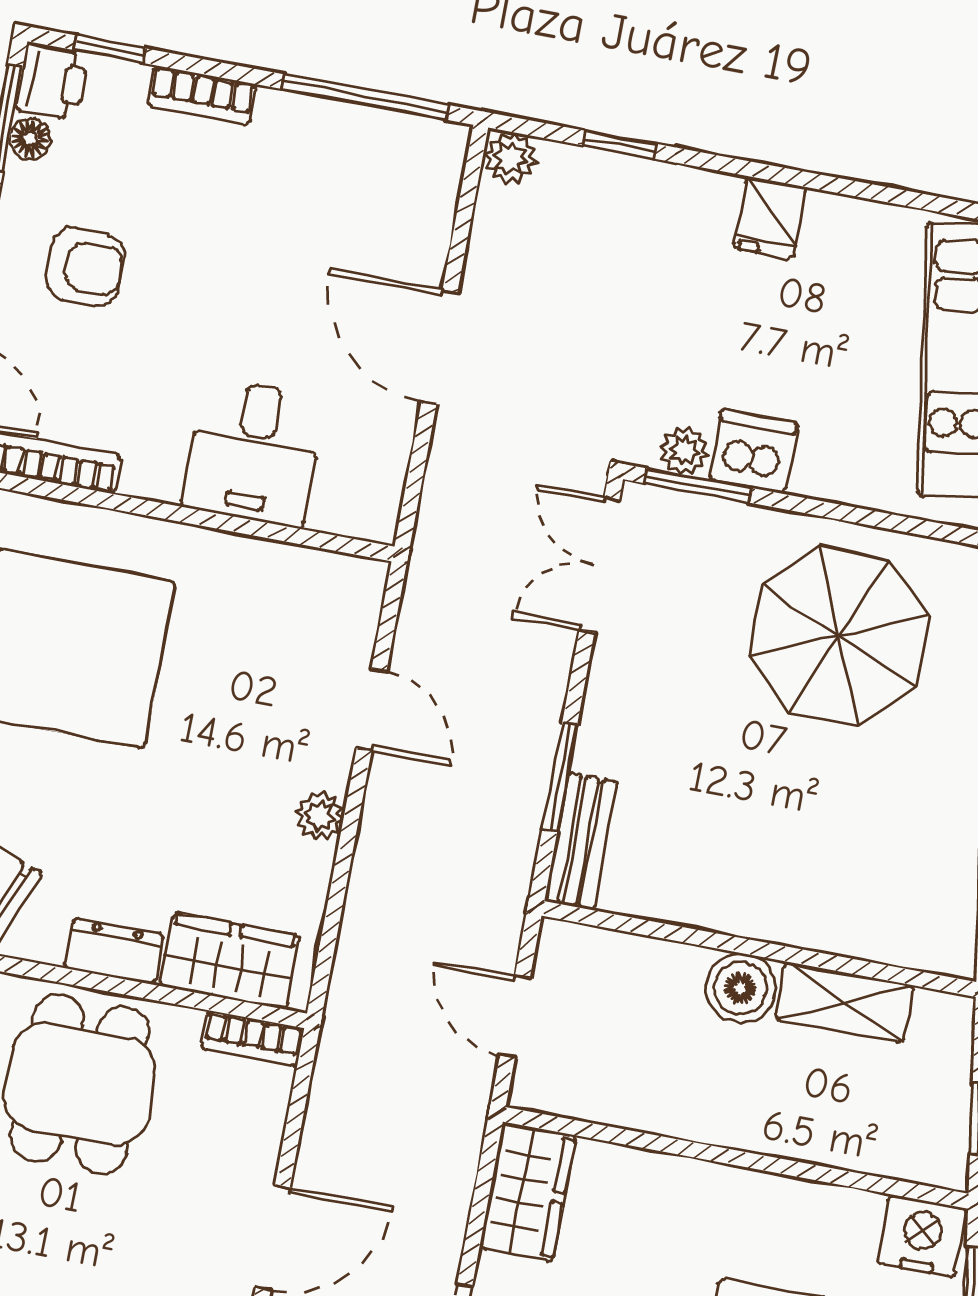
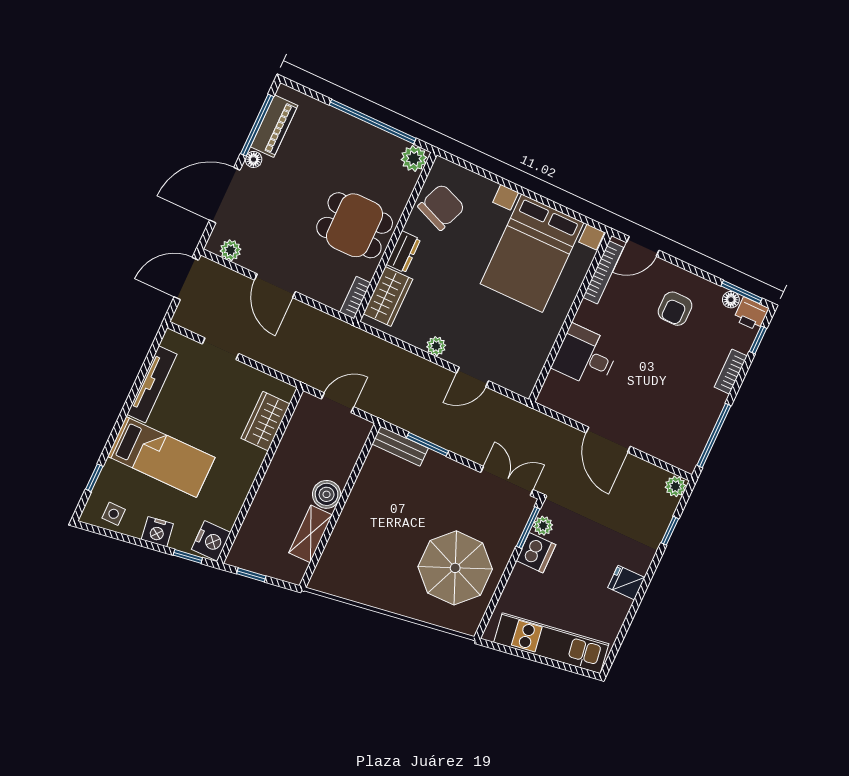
door: (439, 347) -> (608, 440), swing flipped
wardrobe: (528, 1192) -> (266, 421), moved, turned 90

